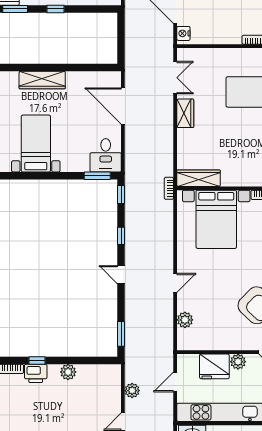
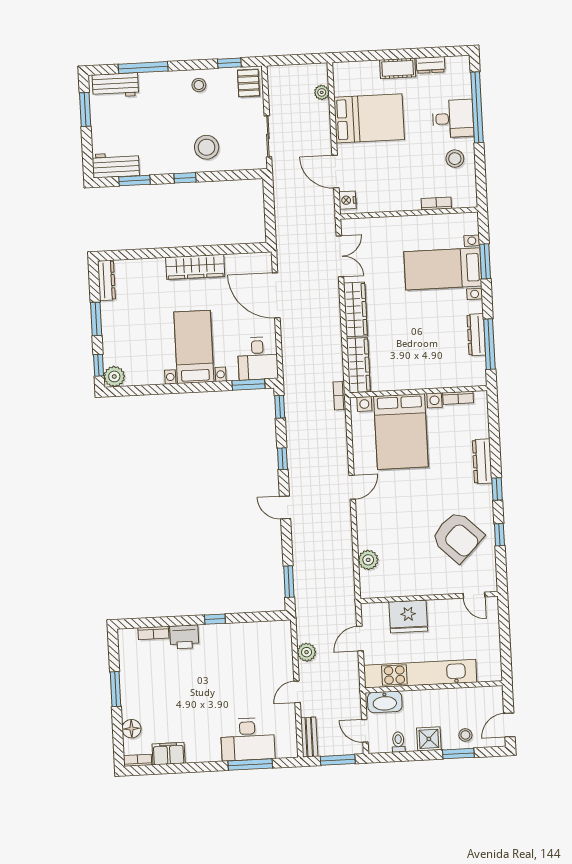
wardrobe: (42, 80) -> (195, 267), moved
wardrobe: (185, 113) -> (355, 309), width x1.50
bed with nightstands: (36, 144) -> (194, 347), moved
wardrobe: (199, 178) -> (358, 365), moved, turned 90
door: (175, 283) -> (352, 487), moved
window: (37, 360) -> (215, 619), moved
plant: (238, 362) -> (438, 609), removed
plant: (68, 372) -> (225, 633), removed

